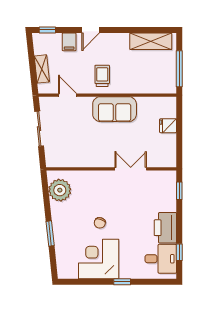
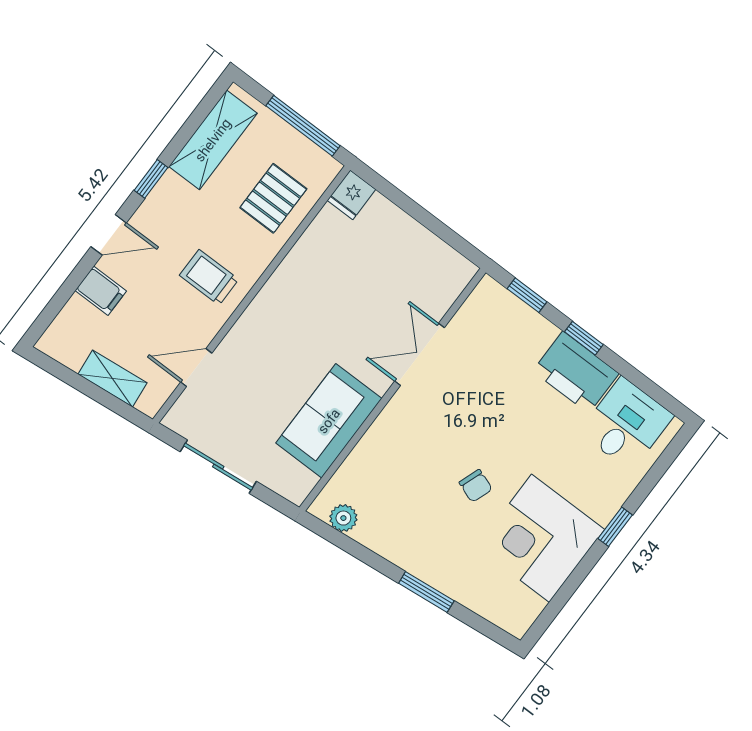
window: (47, 30) -> (151, 179), moved
door: (91, 30) -> (109, 235), hinge flipped
pallet: (146, 77) -> (273, 198), added
sofa: (115, 109) -> (329, 421), moved, turned 180
fridge: (168, 126) -> (351, 195), moved
plant: (60, 190) -> (343, 518), width x0.53, depth x0.53
window: (179, 252) -> (584, 338), moved

